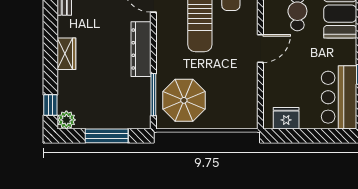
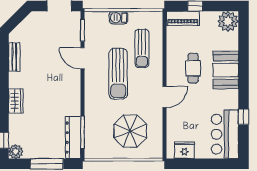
dresser: (141, 49) -> (73, 138), moved
parasol: (184, 100) -> (130, 131), moved

